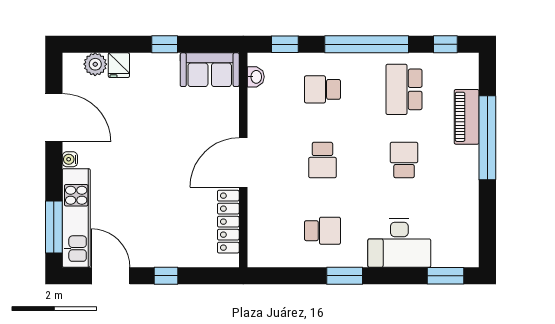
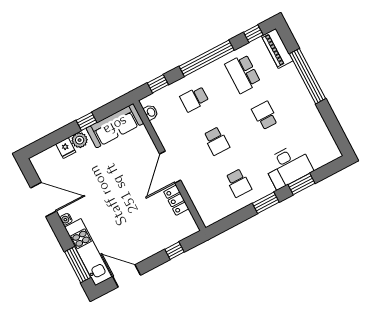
plant: (95, 64) -> (80, 140), moved
sofa: (210, 70) -> (115, 126), width x1.36
piano: (467, 117) -> (277, 48), moved
locker: (228, 222) -> (176, 200), width x0.66
school desk: (322, 231) -> (238, 183), turned 90
window: (166, 276) -> (175, 251), moved
window: (446, 276) -> (302, 184), moved

